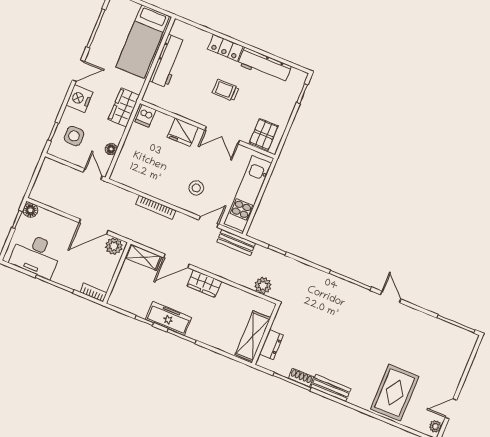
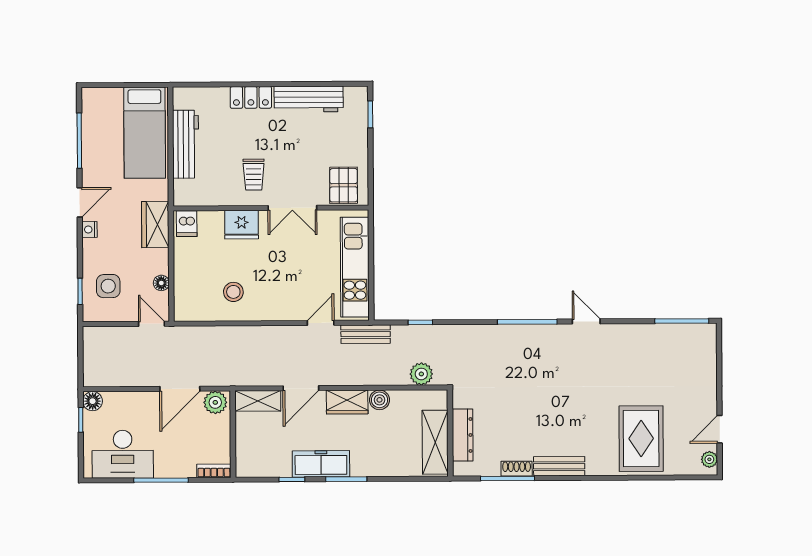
trolley: (226, 90) -> (254, 175), moved, turned -90
nightstand: (79, 99) -> (89, 229), width x0.53, depth x0.56
stool: (196, 188) -> (233, 292), moved
bookcase: (156, 207) -> (247, 332), removed
boiler: (227, 291) -> (379, 400), added
dresser: (271, 345) -> (463, 435), width x1.44

